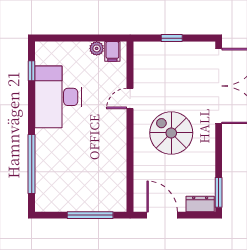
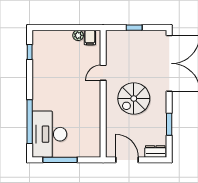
desk: (58, 97) -> (49, 134), moved
spiral stairs: (171, 133) -> (134, 99), turned -90
window: (219, 192) -> (169, 124), moved
window: (90, 215) -> (60, 160), moved

